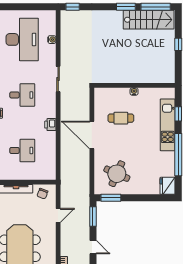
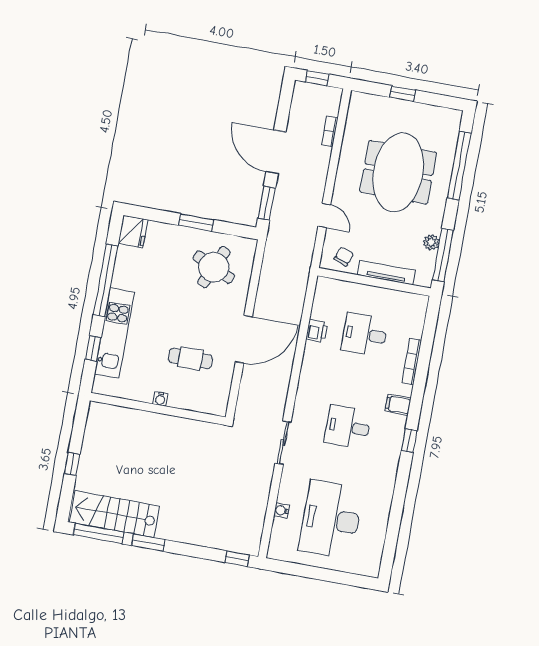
printer: (50, 125) -> (317, 331), moved
door: (92, 135) -> (244, 339), hinge flipped
window: (111, 198) -> (196, 222), moved
door: (58, 215) -> (324, 215), swing flipped
door: (93, 247) -> (276, 152), width x1.88

